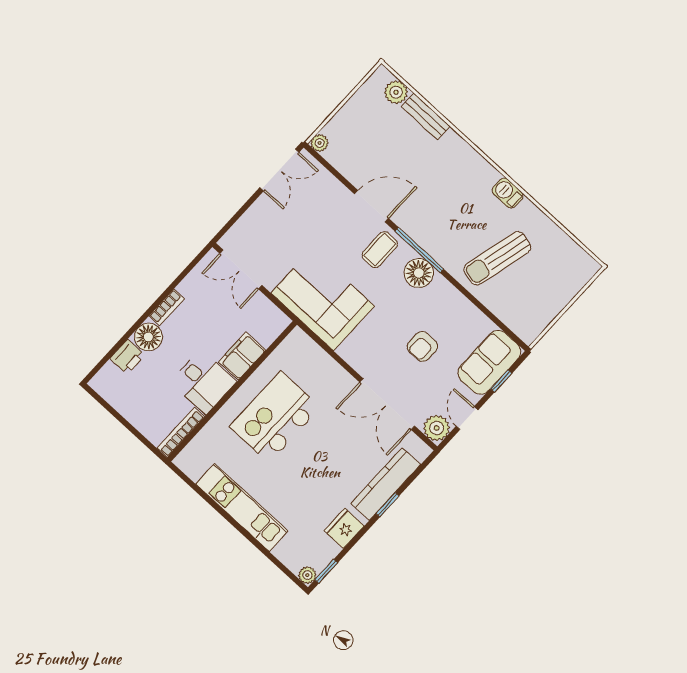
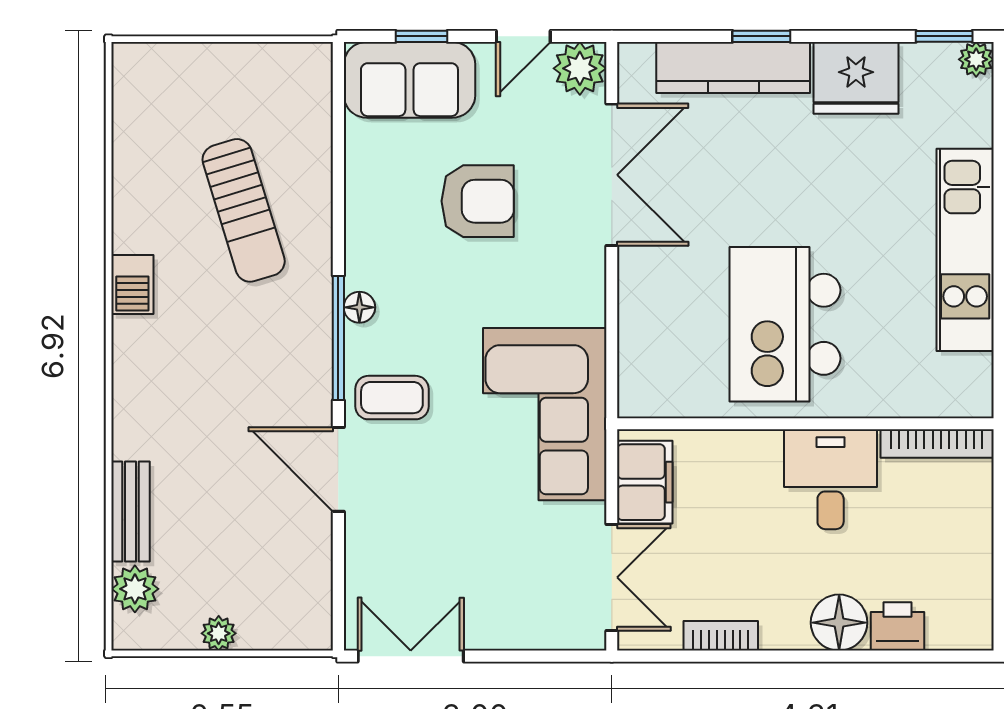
plant: (320, 143) -> (219, 633), moved
sun lounger: (497, 258) -> (244, 210), turned 59
floor lamp: (419, 273) -> (359, 307), width x0.53, depth x0.53
bookcase: (167, 307) -> (721, 636), moved
armchair: (422, 346) -> (478, 201), width x1.38, depth x1.38
filing cabinet: (242, 356) -> (645, 482), moved, turned -90
kitchen island: (275, 417) -> (785, 324), turned 90
fridge: (344, 528) -> (856, 78), width x1.36, depth x1.34

